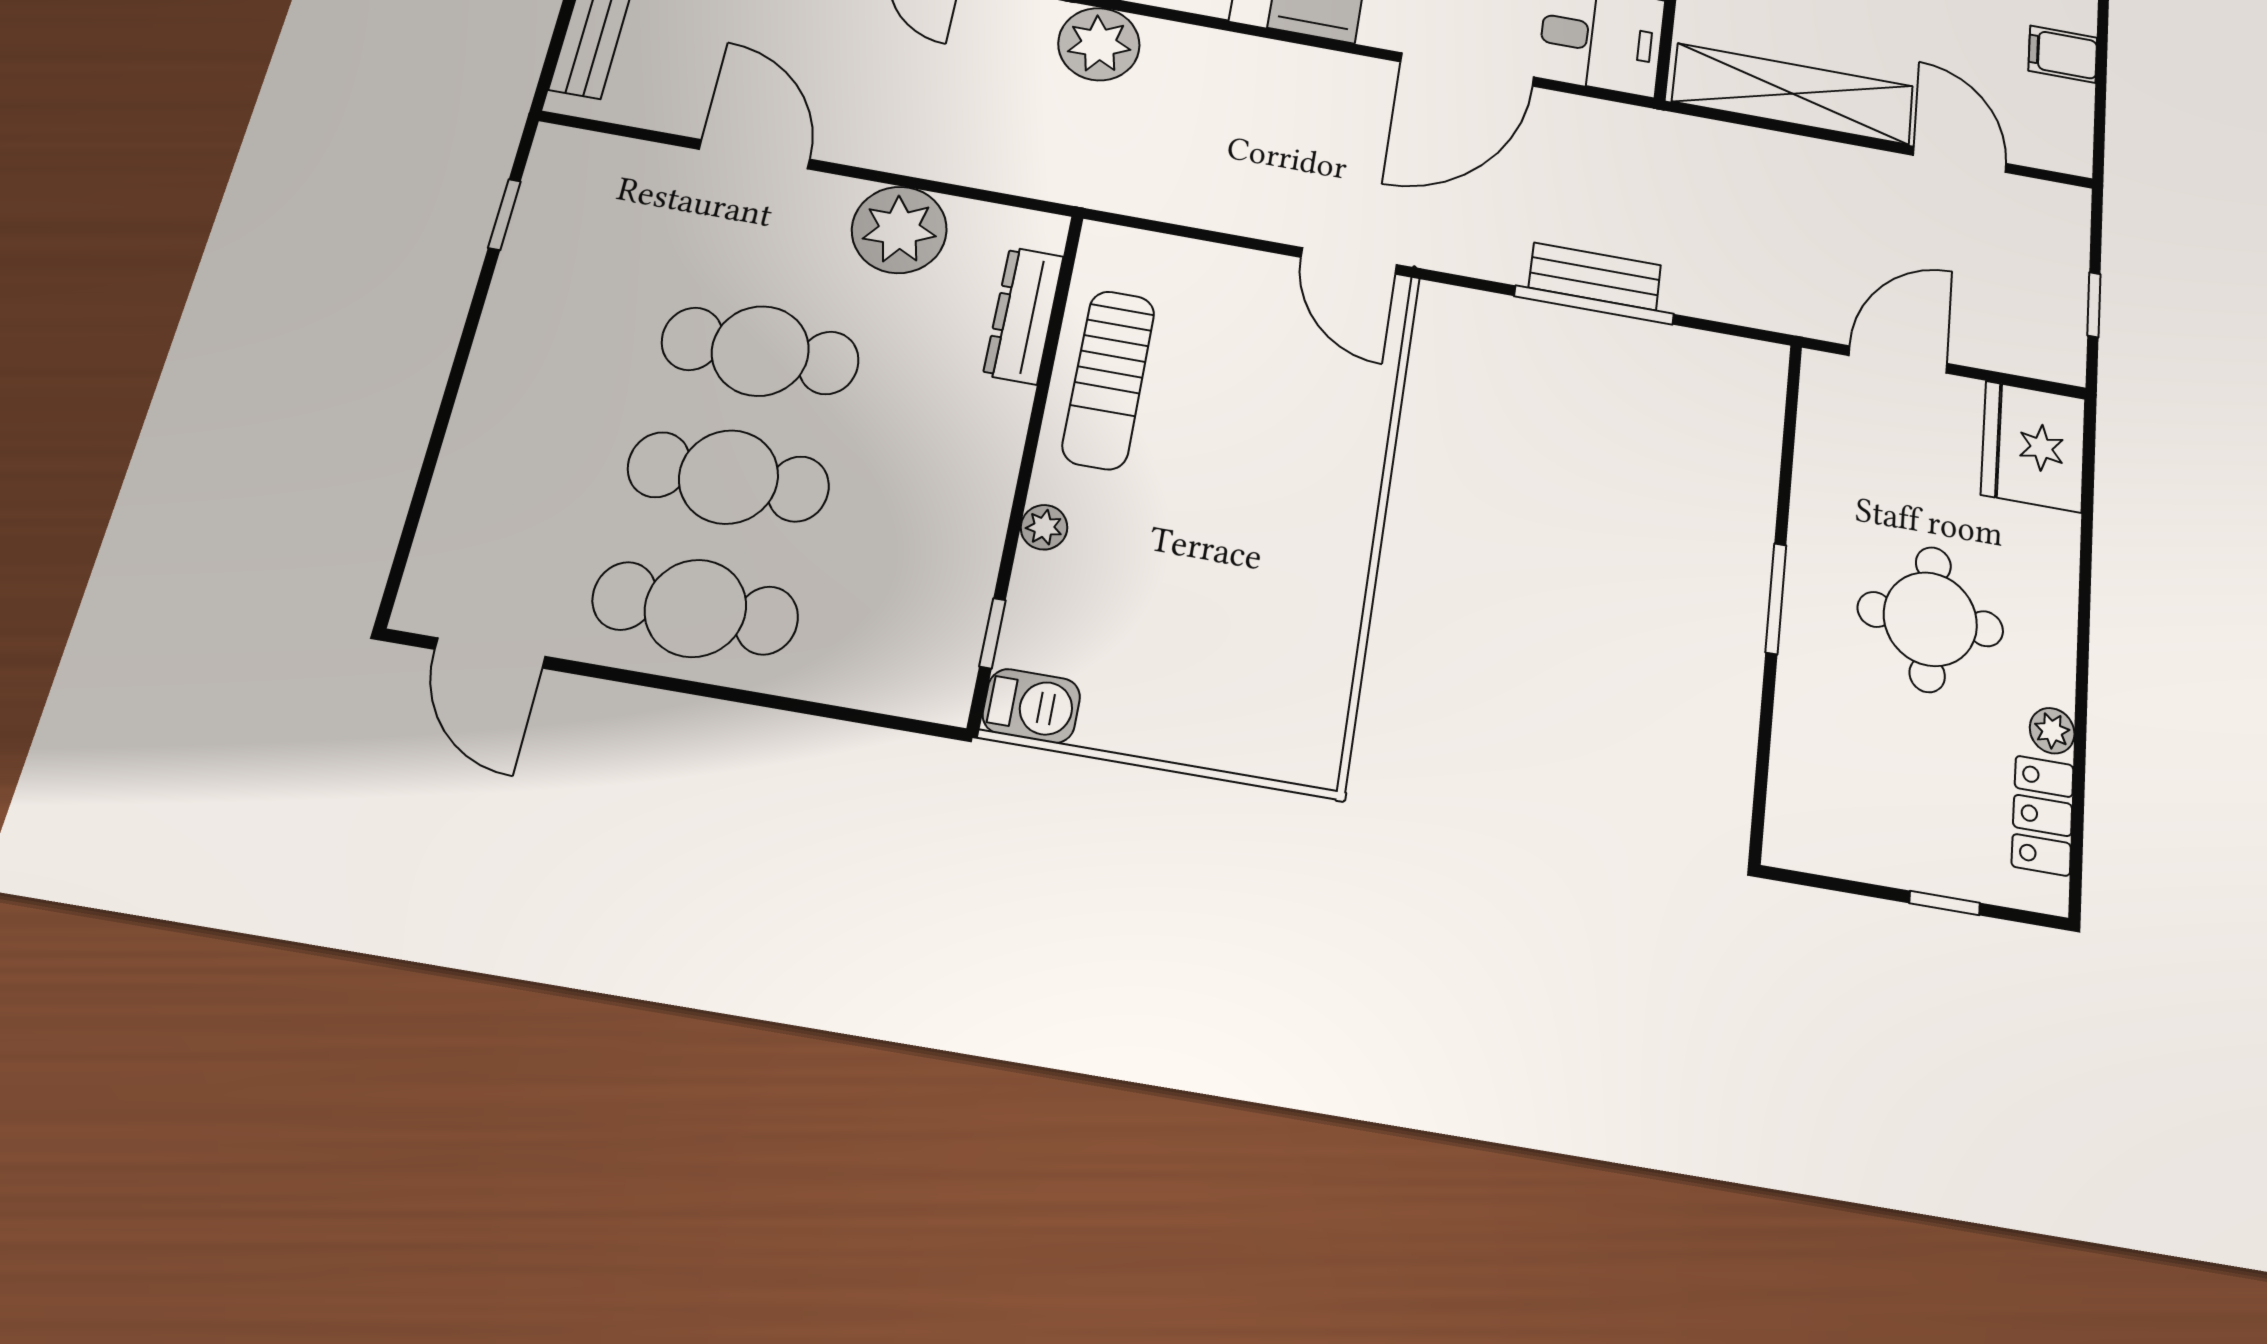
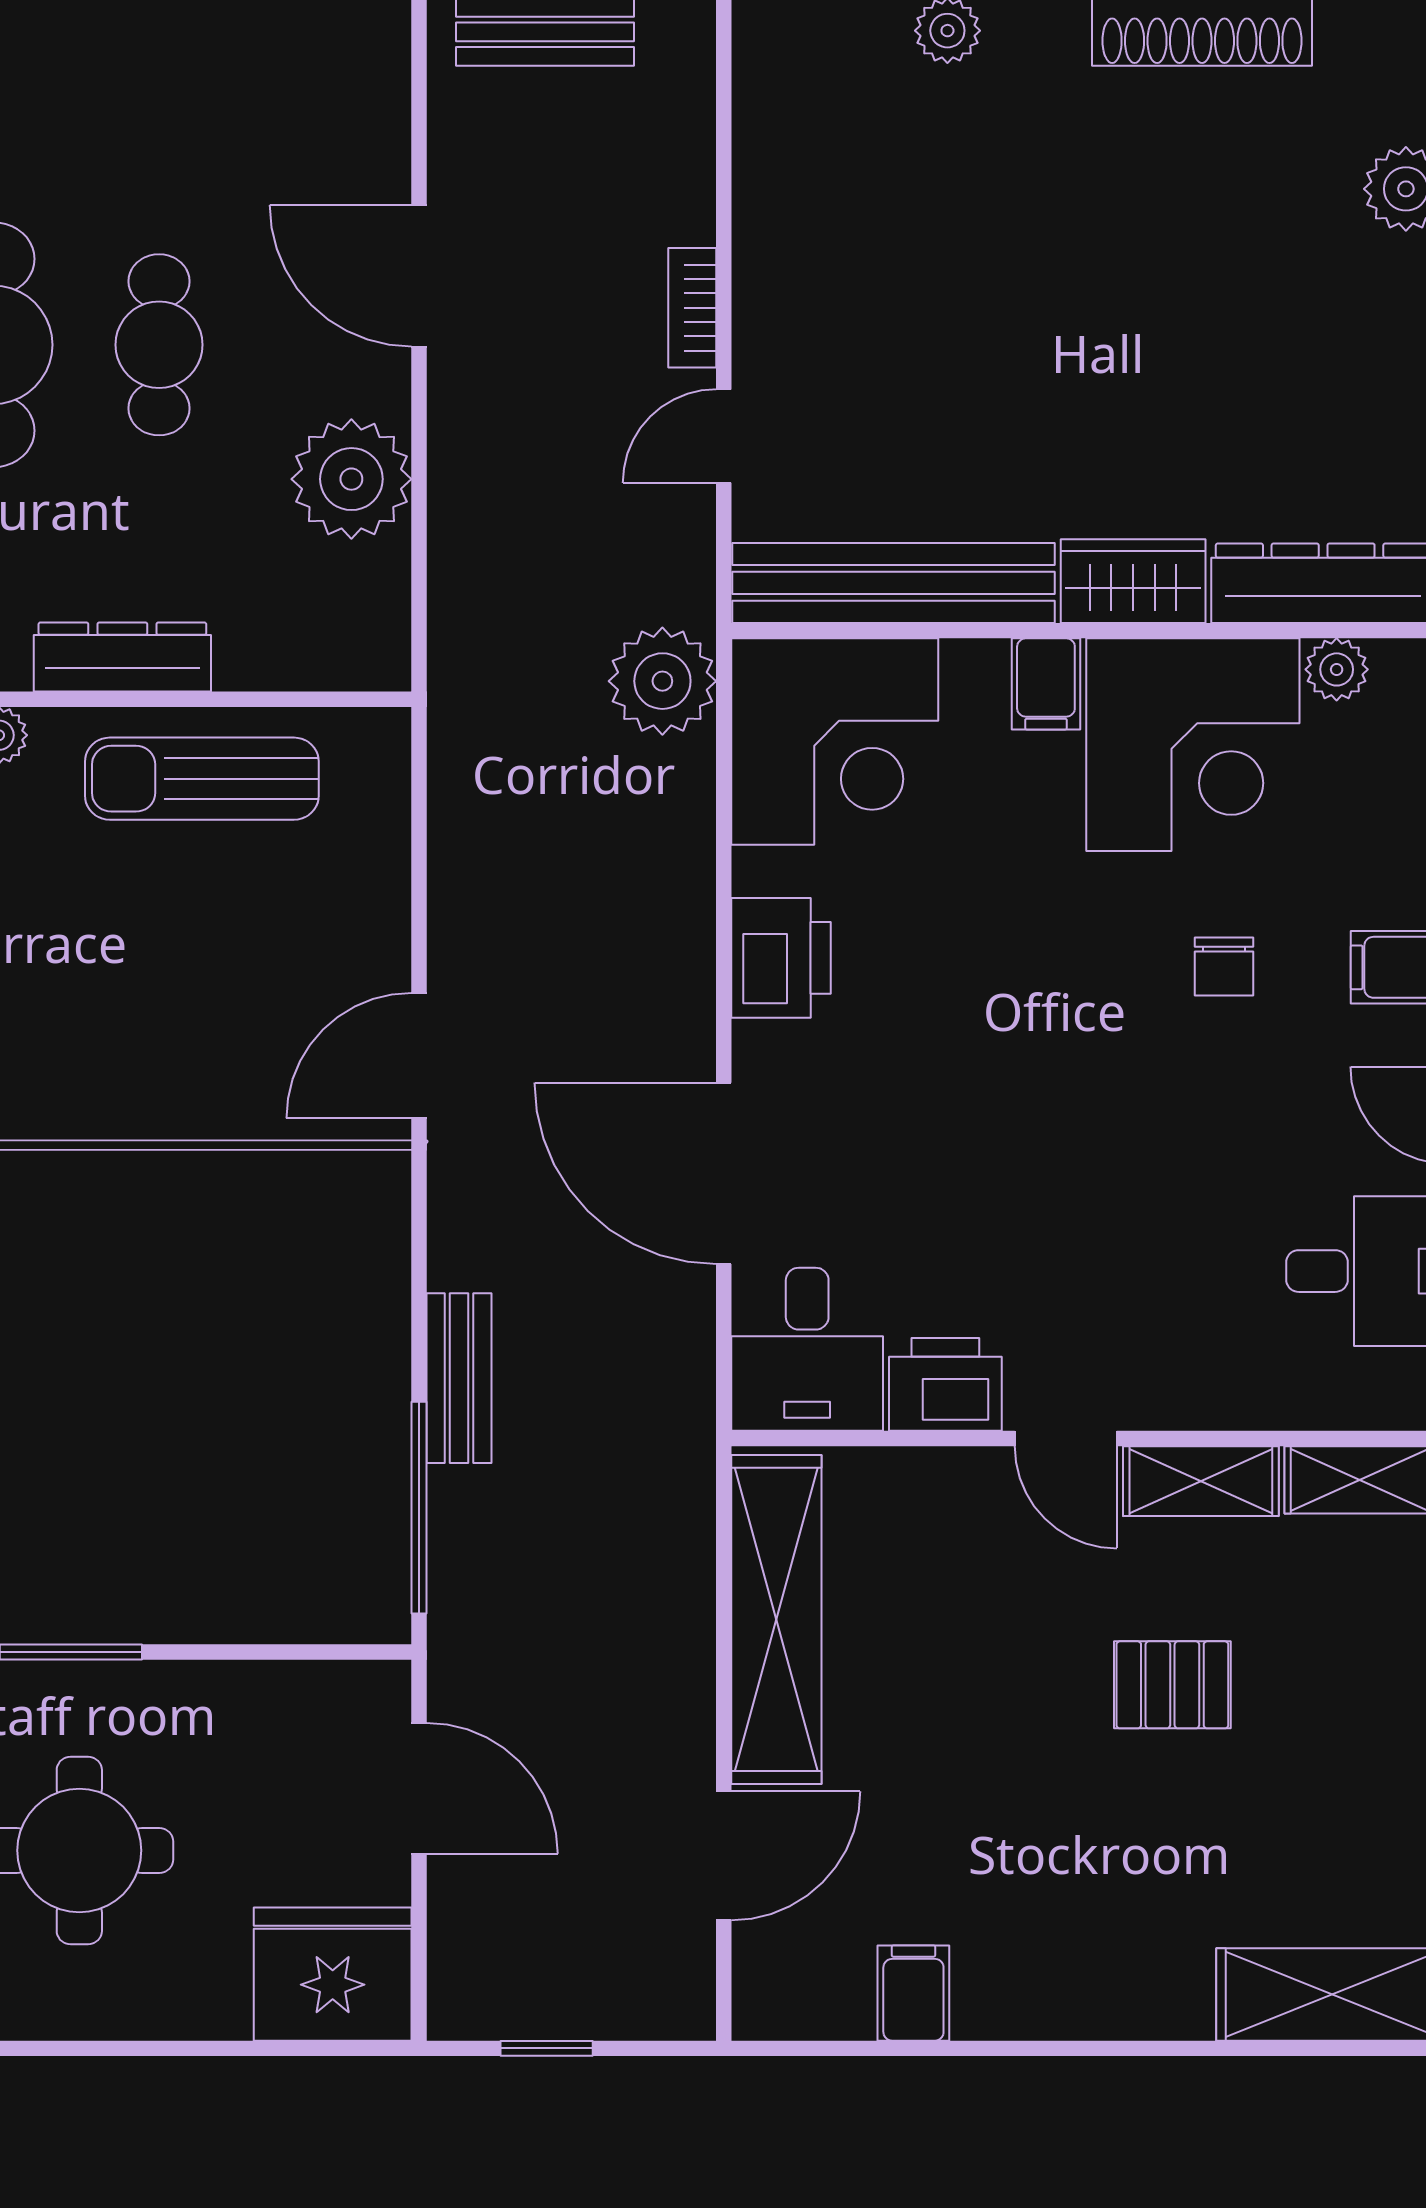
door: (755, 154) -> (419, 276), swing flipped
window: (1594, 305) -> (419, 1508), moved
dresser: (1023, 315) -> (122, 657), moved
cafe table: (760, 351) -> (159, 345), width x0.73, depth x0.74

